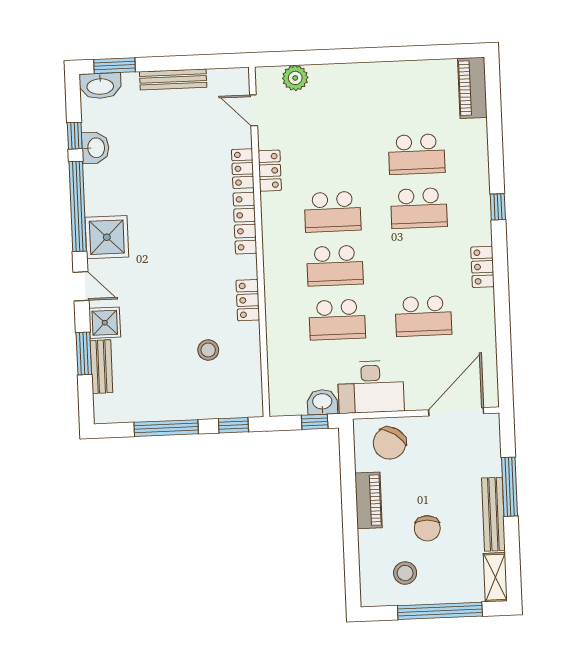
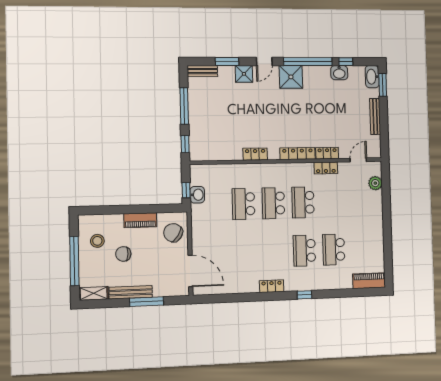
school desk: (423, 316) -> (245, 253), removed
stool: (208, 350) -> (228, 131), removed
bench: (101, 367) -> (202, 71), moved
desk: (371, 387) -> (205, 222), removed

